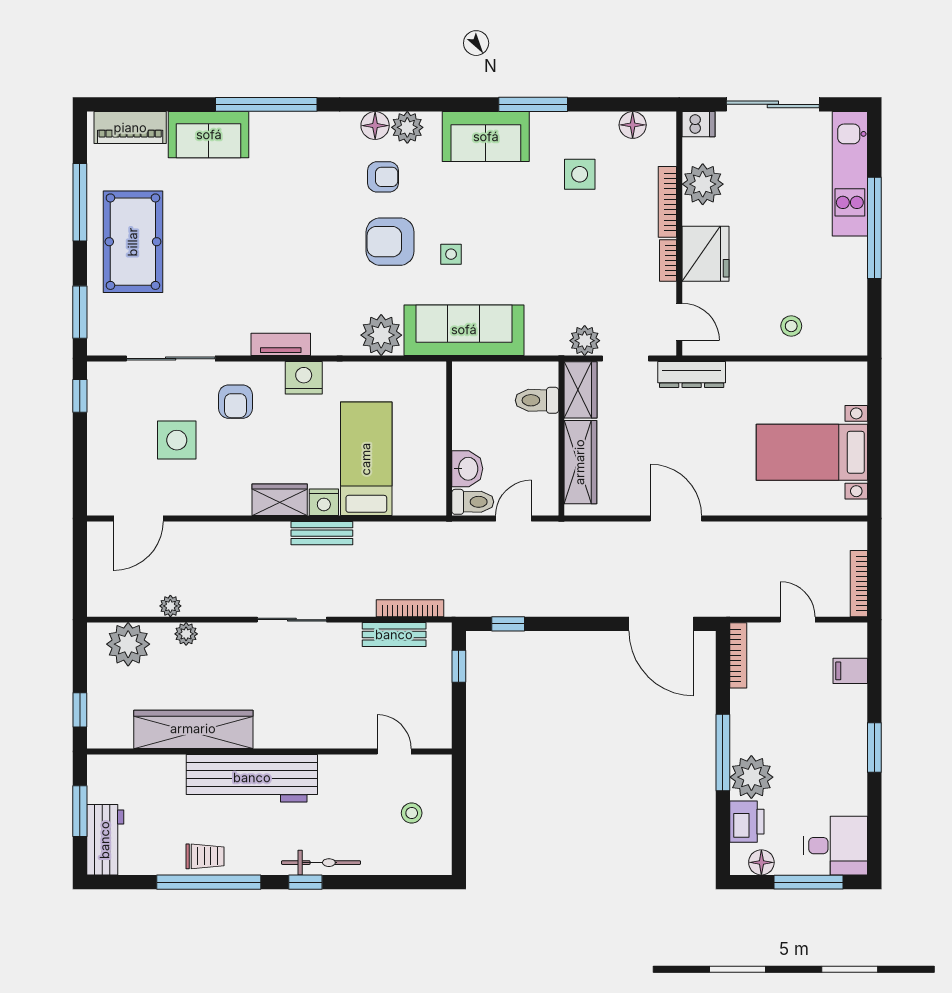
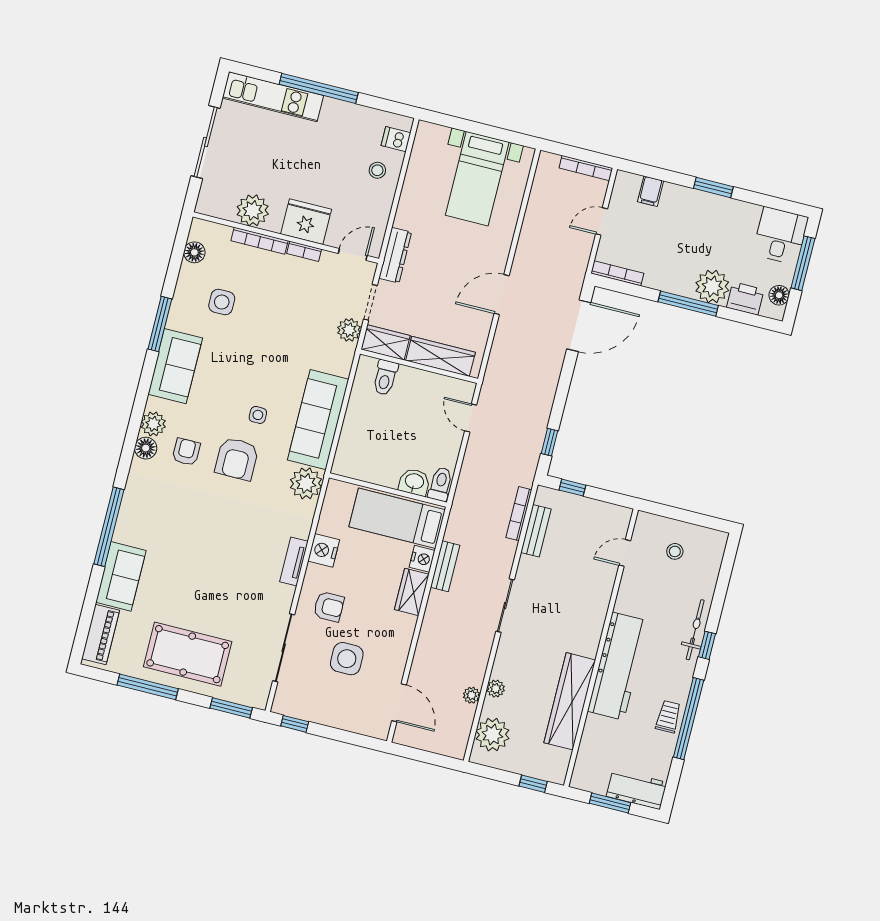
dishwasher: (698, 124) -> (396, 139), moved, turned -90
wall: (449, 439) -> (388, 490), moved
washbasin: (467, 469) -> (414, 482), moved
toilet: (473, 502) -> (440, 484), moved

